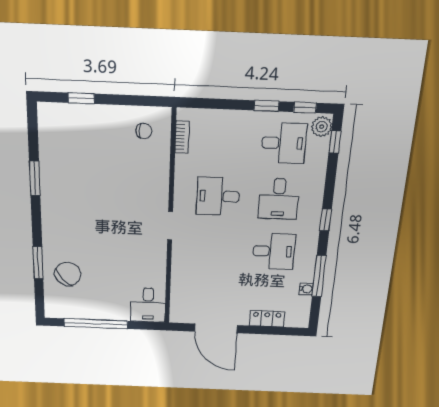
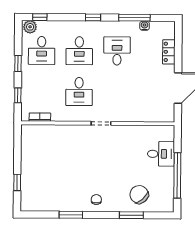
window: (305, 107) -> (18, 95), moved
chair: (144, 131) -> (96, 199), moved
desk: (284, 143) -> (42, 50), turned 180
desk: (279, 199) -> (79, 51), turned 90
desk: (148, 305) -> (161, 154), moved

